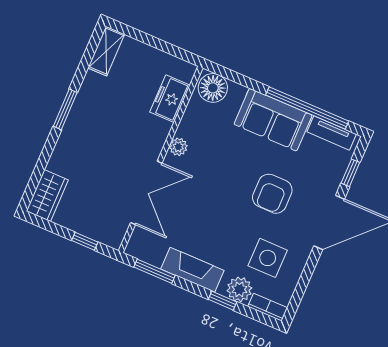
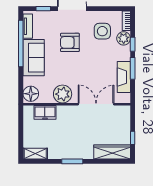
plant: (178, 147) -> (63, 94), width x1.88, depth x1.88
armchair: (272, 194) -> (70, 42), turned 180
wardrobe: (47, 196) -> (112, 152), width x1.50
window: (85, 241) -> (133, 138), moved
fireplace: (192, 270) -> (124, 77), moved
window: (154, 271) -> (133, 68), moved

